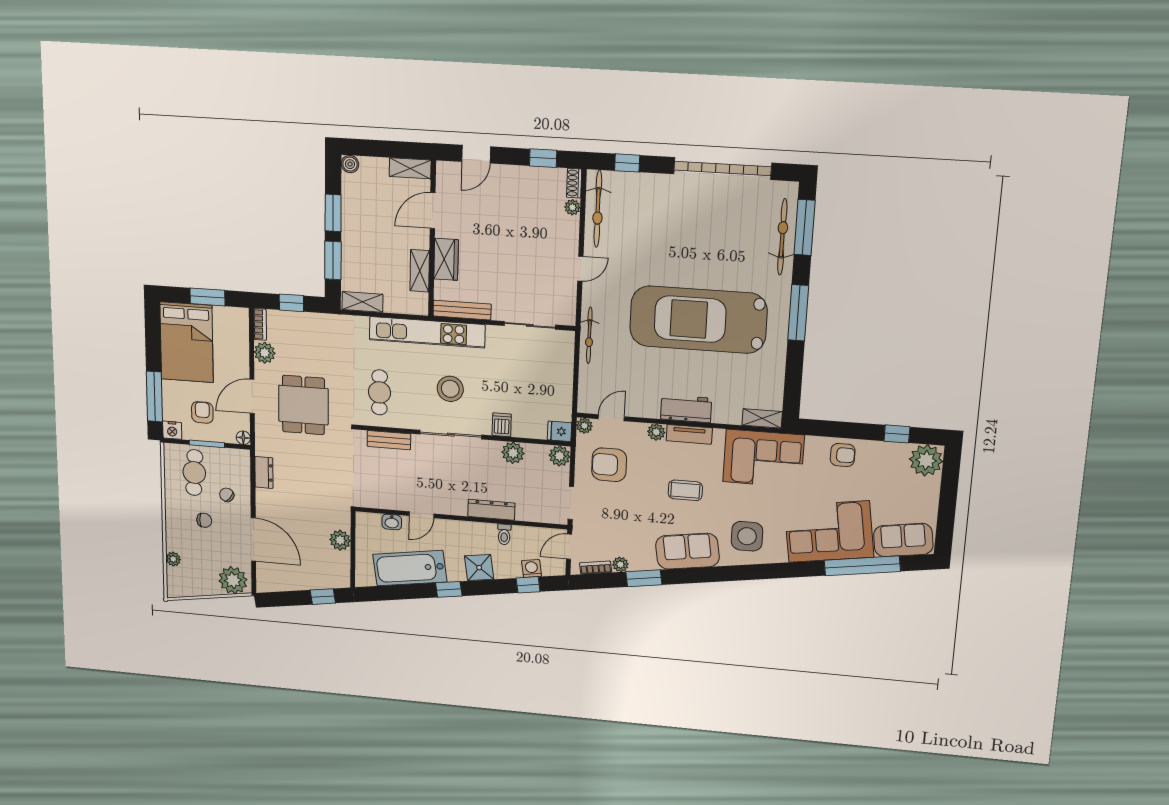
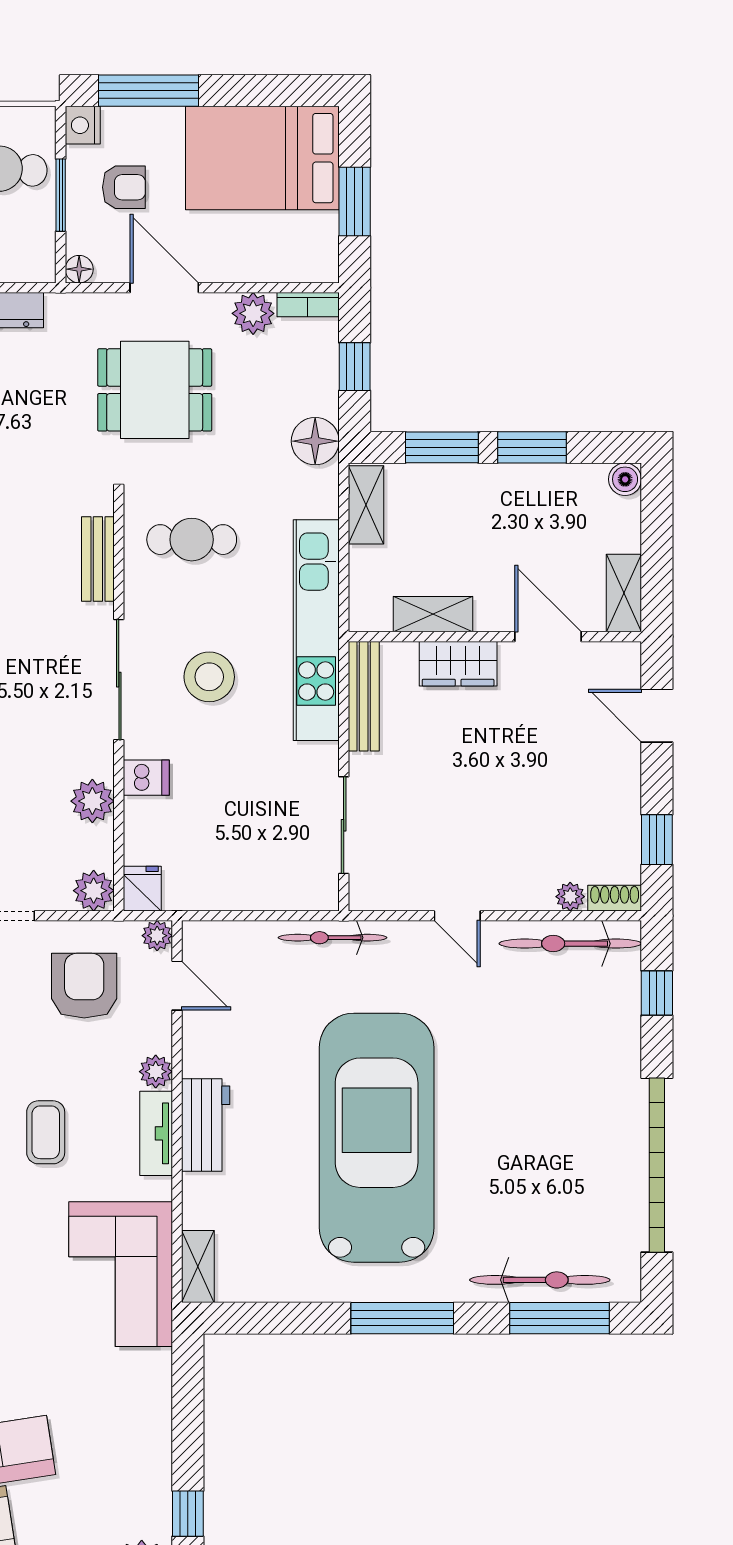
floor lamp: (329, 326) -> (315, 441), added
armchair: (843, 455) -> (139, 1419), removed

